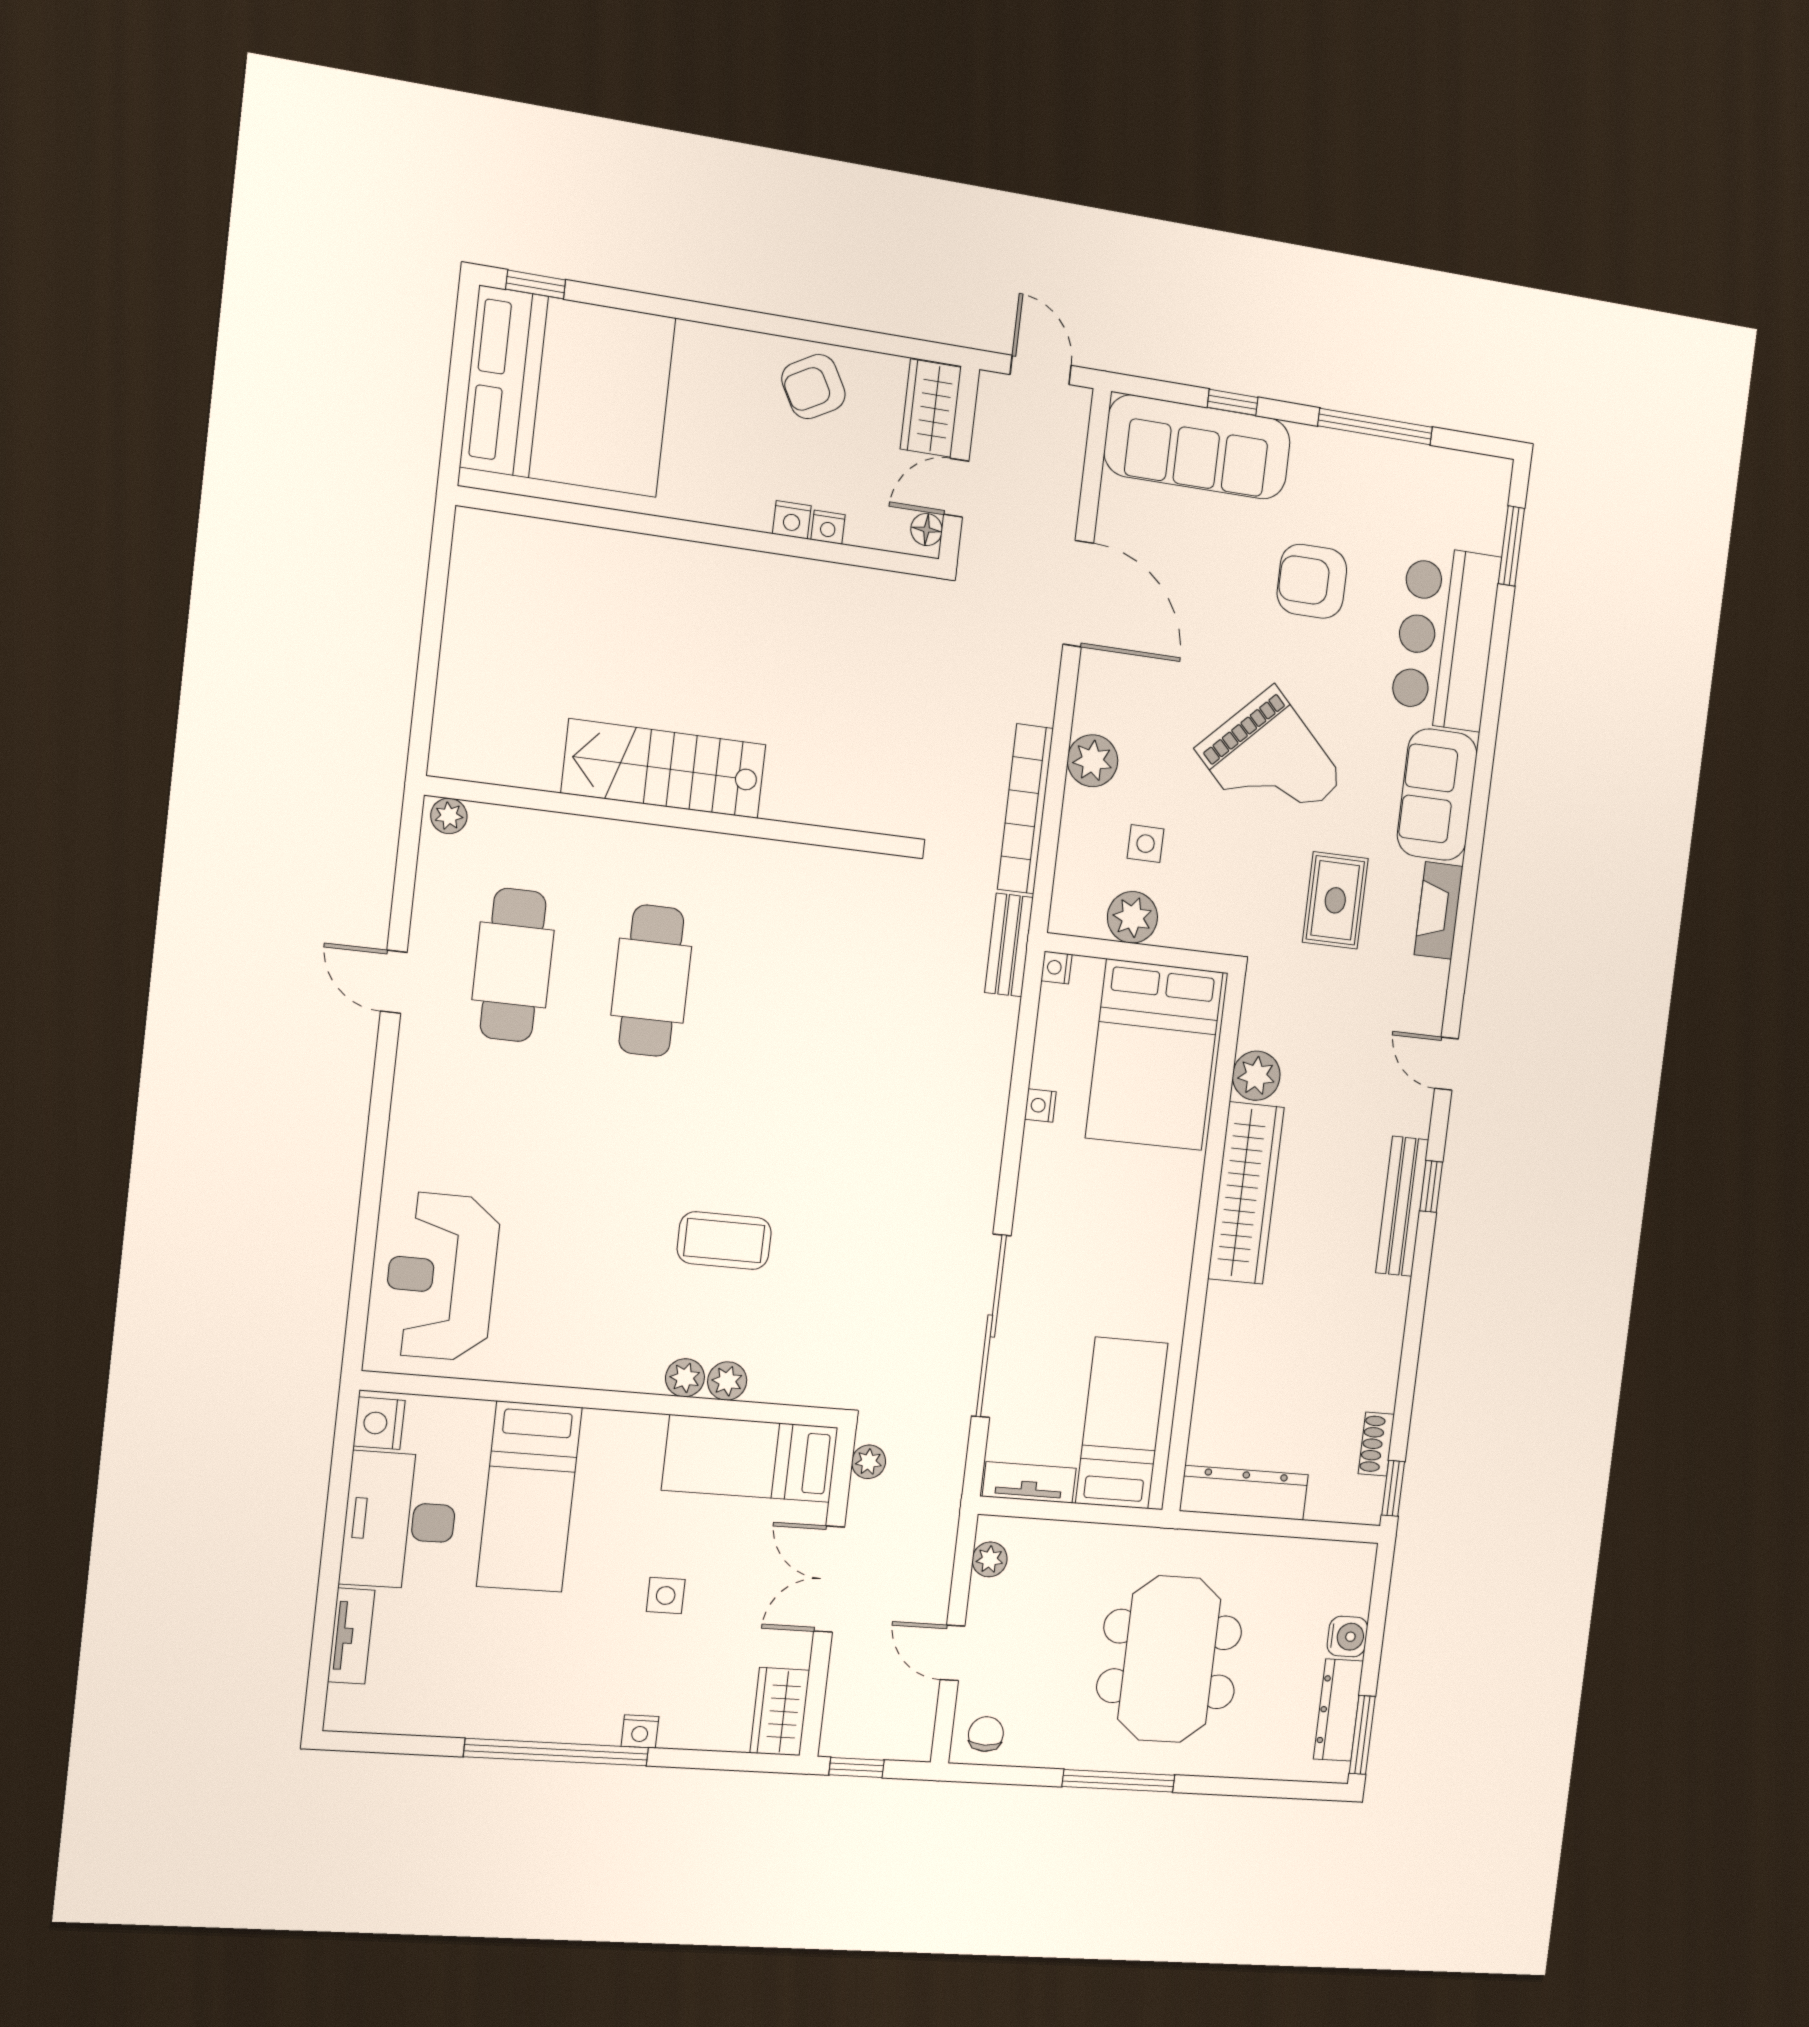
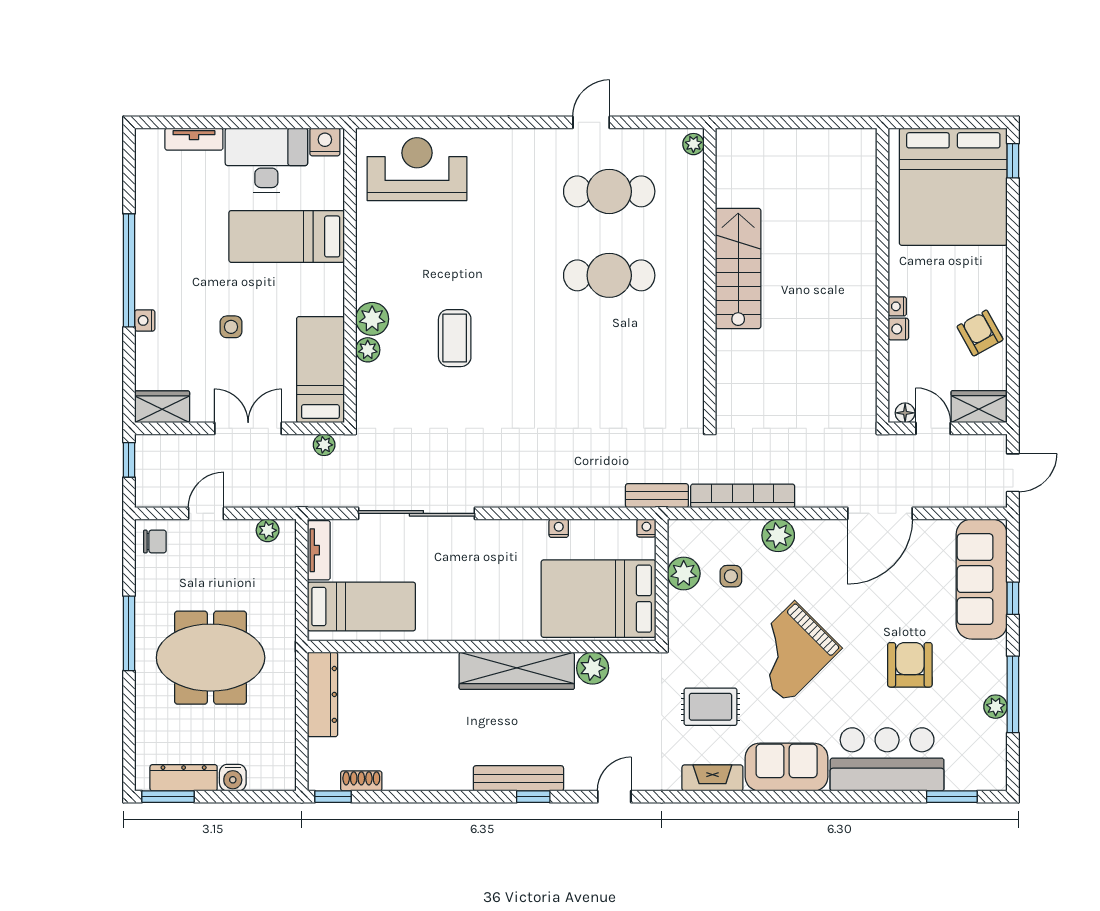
plant: (1390, 457) -> (996, 707), added
nightstand: (828, 527) -> (897, 306), moved
plant: (685, 1378) -> (372, 319), width x1.38, depth x1.38

